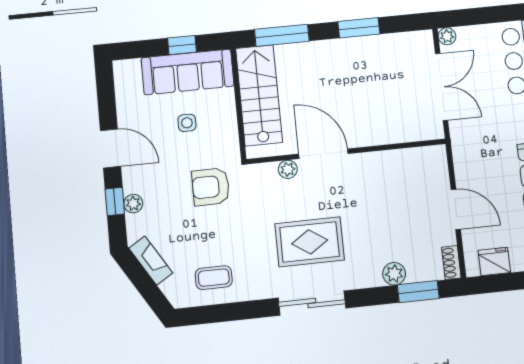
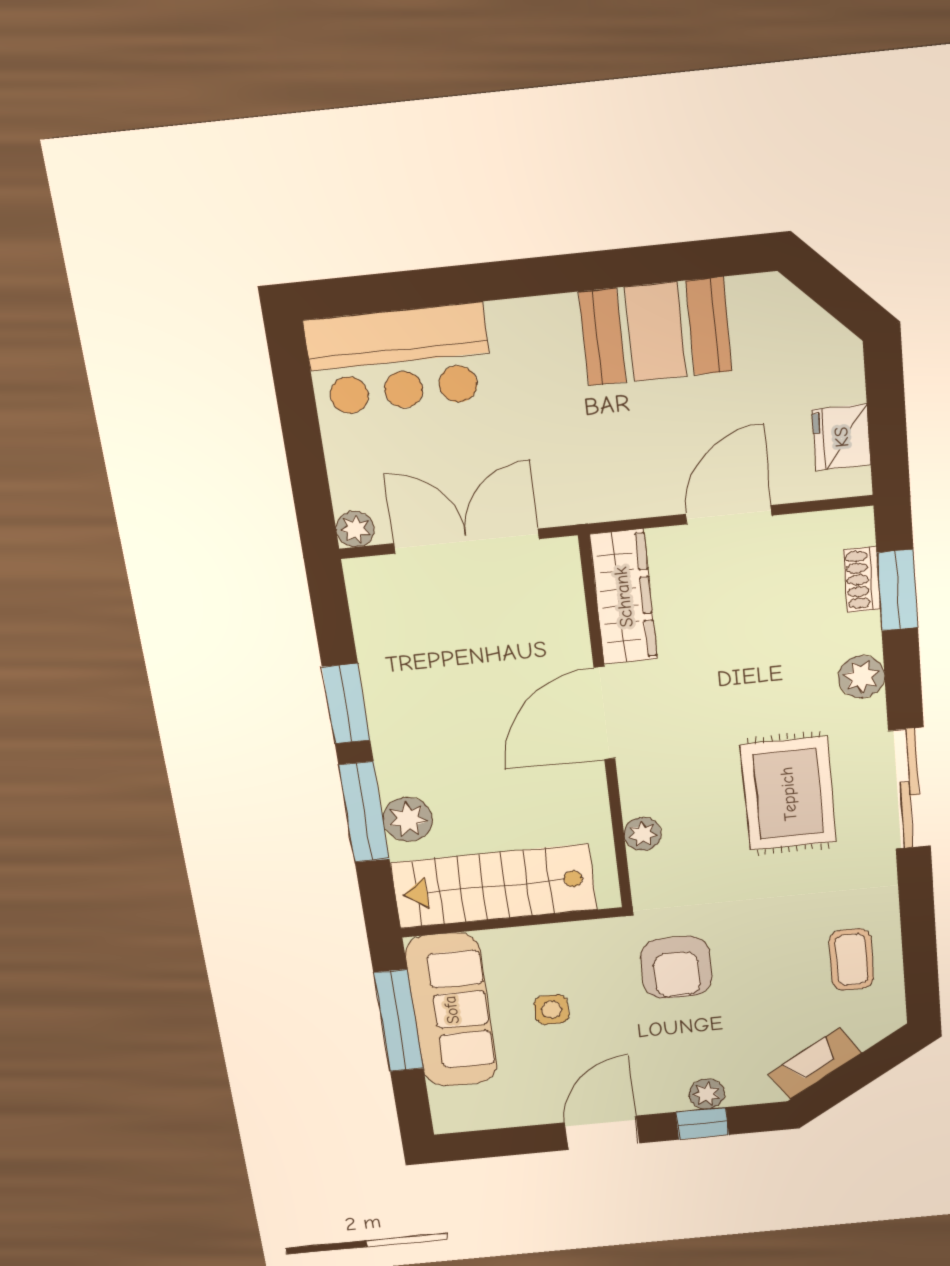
window: (282, 35) -> (364, 812), moved
window: (182, 45) -> (399, 1021), width x2.17
plant: (297, 54) -> (408, 819), added
door: (323, 154) -> (604, 713), moved
wardrobe: (414, 160) -> (623, 597), added
shoe rack: (451, 263) -> (862, 580), moved, turned 90
plant: (394, 274) -> (861, 677), moved

